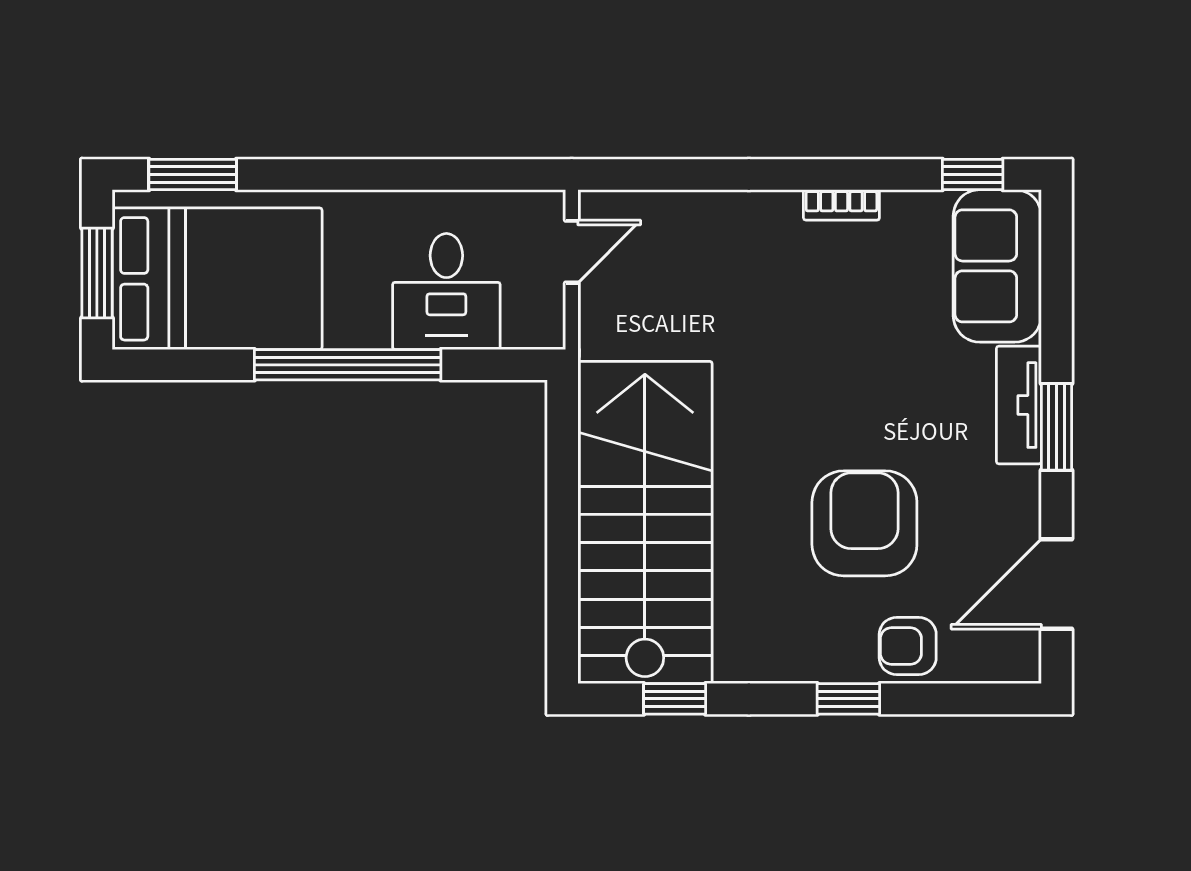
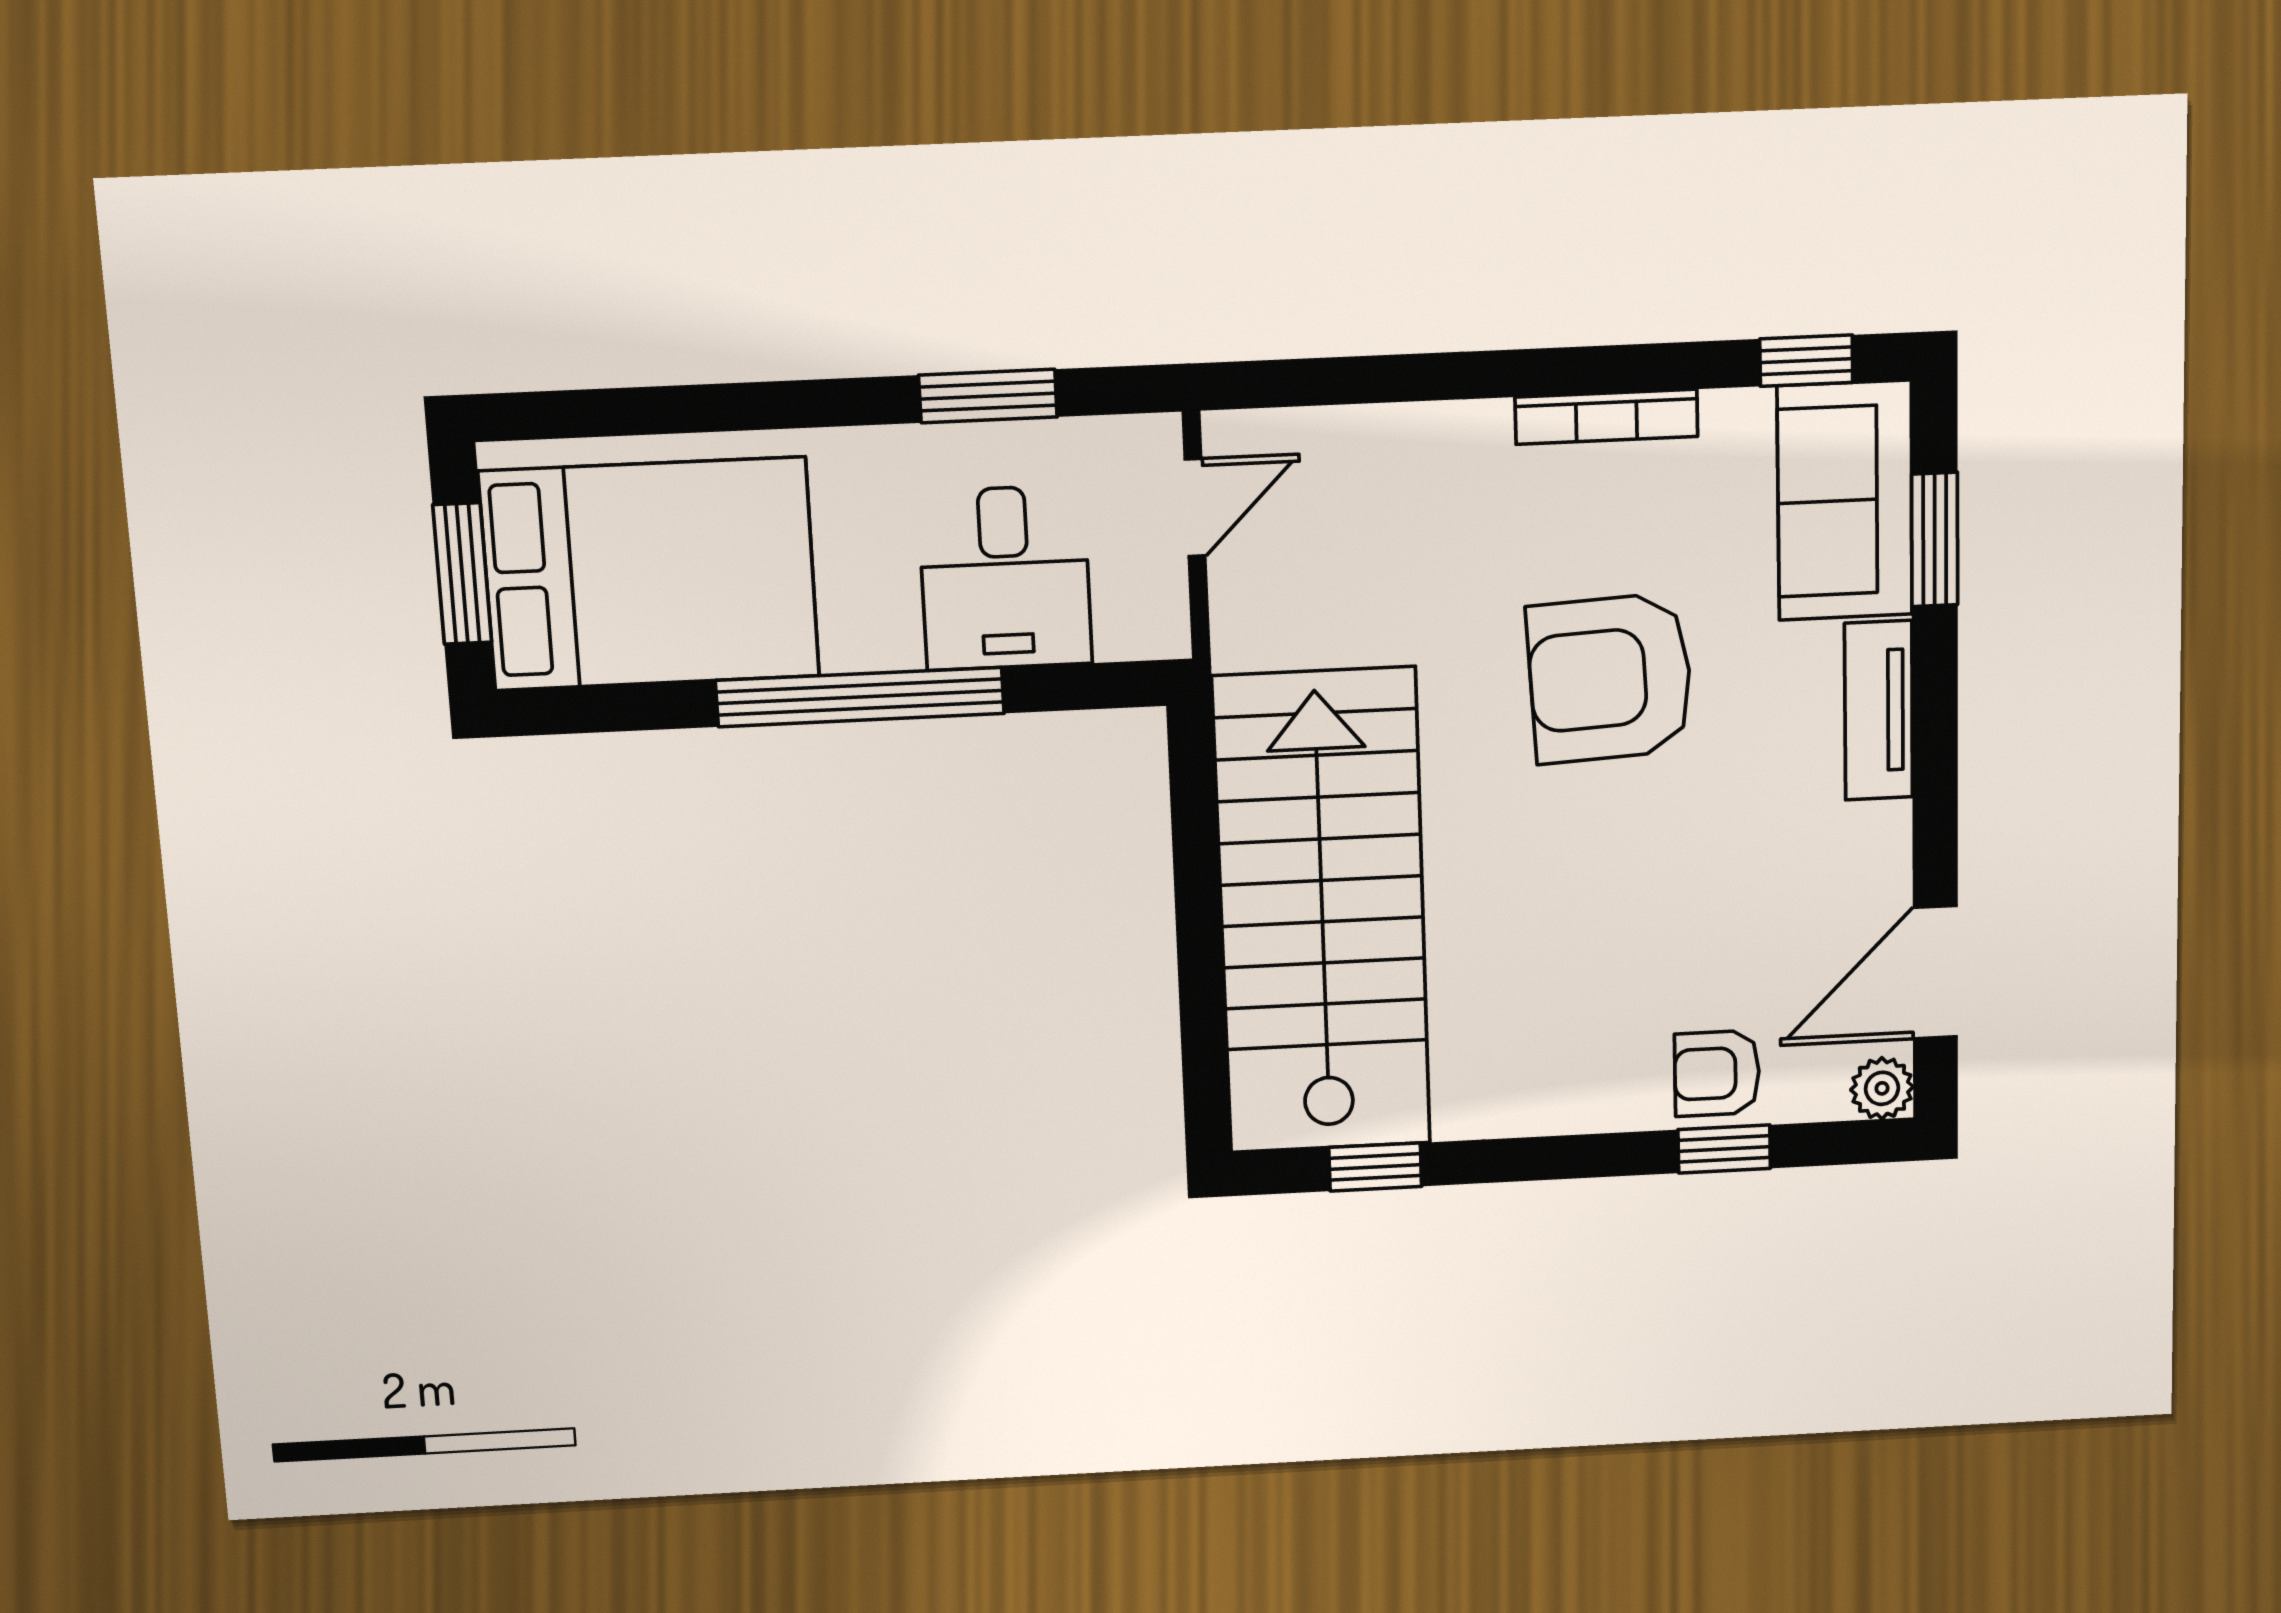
window: (193, 174) -> (988, 396), moved
bookcase: (841, 205) -> (1606, 417), width x1.56
window: (1057, 427) -> (1935, 540), moved
armchair: (864, 523) -> (1610, 678), moved, turned -93
plant: (1020, 662) -> (1882, 1088), added
window: (848, 699) -> (1724, 1149), moved

